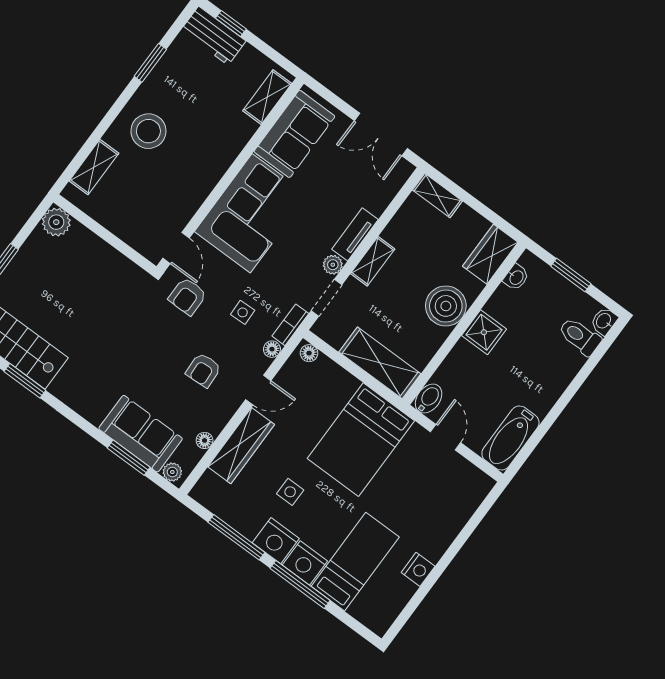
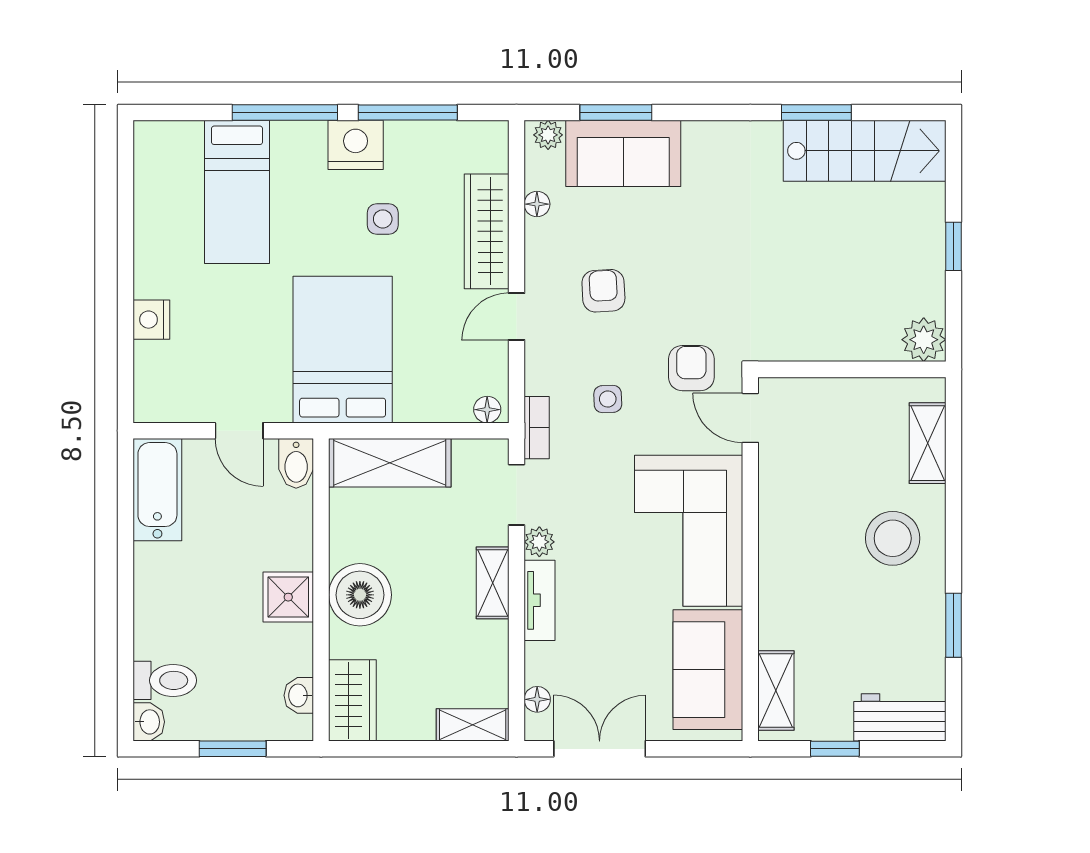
window: (231, 24) -> (835, 749), moved
floor lamp: (272, 349) -> (537, 699), moved
nightstand: (305, 563) -> (299, 144), removed
nightstand: (418, 569) -> (151, 320), moved

